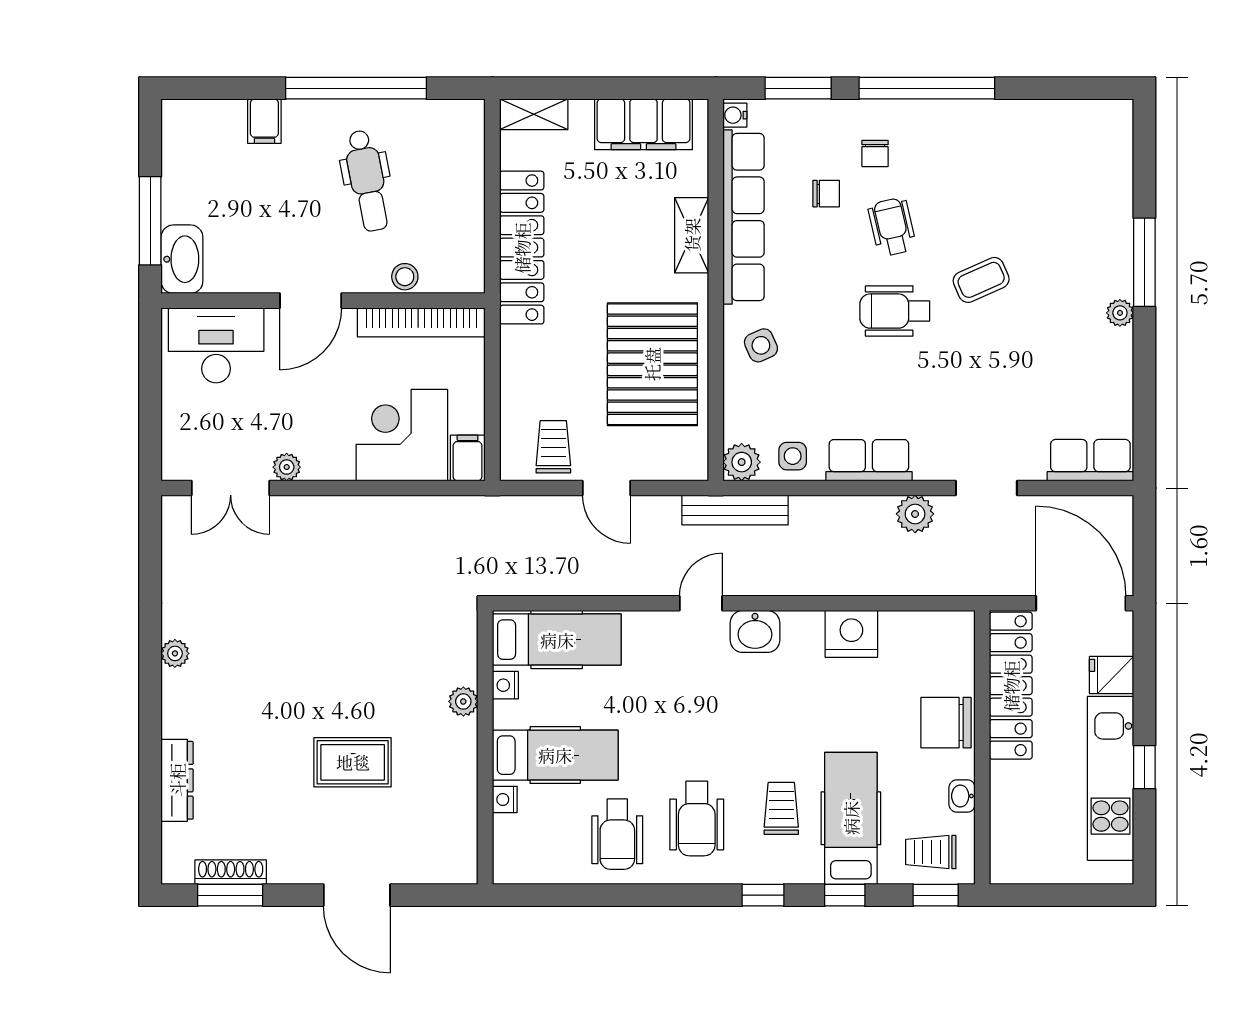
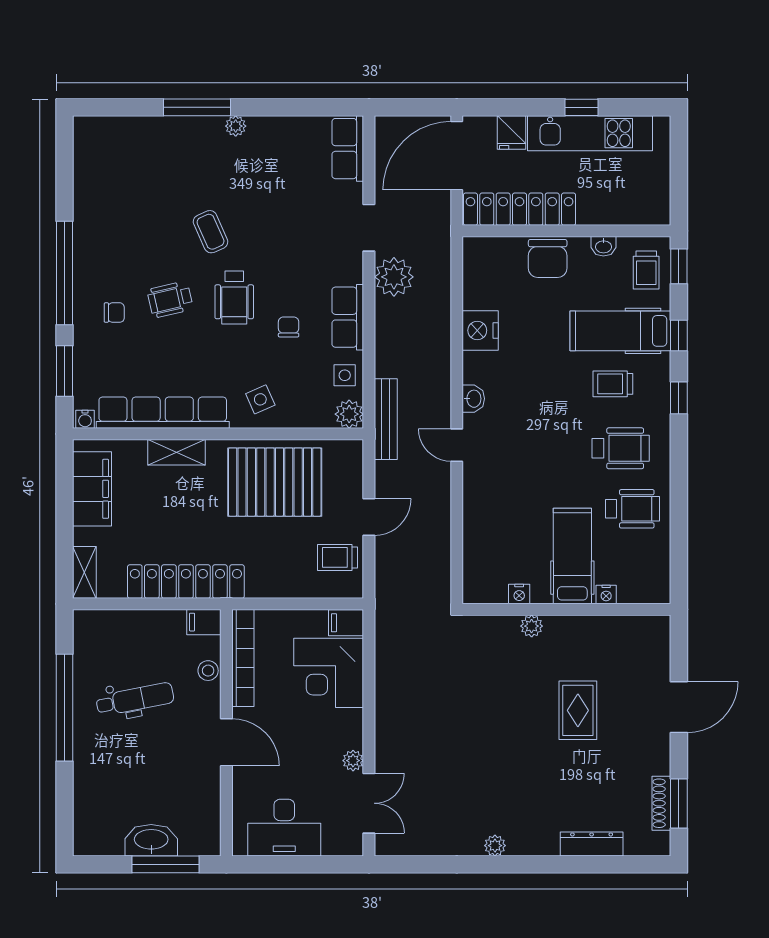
filing cabinet: (264, 121) -> (204, 622), moved, turned 180
chair: (826, 194) -> (289, 327), moved
washbasin: (182, 259) -> (151, 840), moved
desk: (216, 345) -> (284, 828), moved, turned -90
plant: (915, 514) -> (394, 277), width x1.36, depth x1.36
washbasin: (755, 631) -> (473, 399), width x0.72, depth x0.69
hospital bed: (557, 640) -> (484, 555), removed

